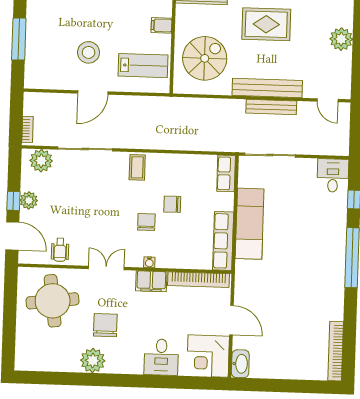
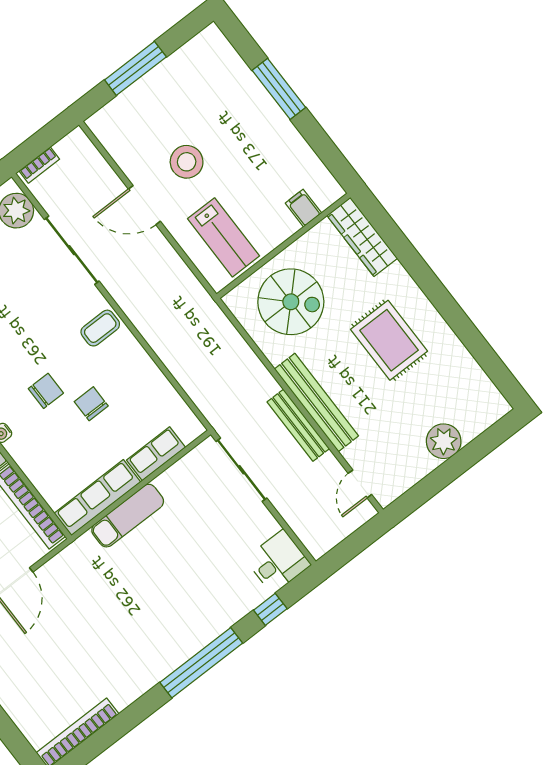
filing cabinet: (162, 25) -> (303, 208), moved
row of seats: (226, 173) -> (156, 454), moved
exam couch: (250, 224) -> (128, 516), width x0.73, depth x0.69

